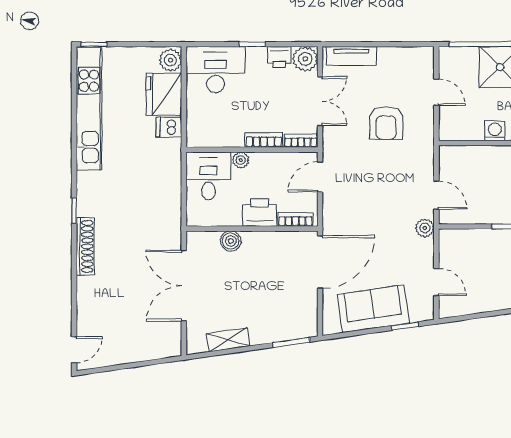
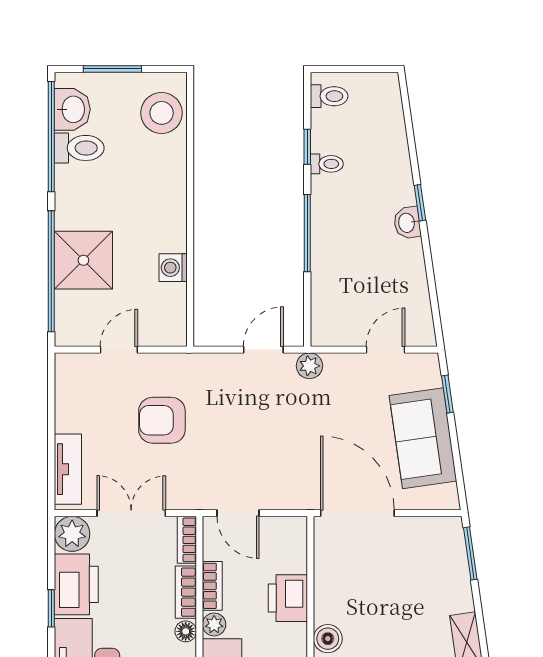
printer: (279, 57) -> (76, 584), width x1.87, depth x1.48
armchair: (386, 123) -> (162, 420), turned 180
floor lamp: (236, 140) -> (186, 631), added
bookcase: (295, 219) -> (212, 586), moved, turned 180

